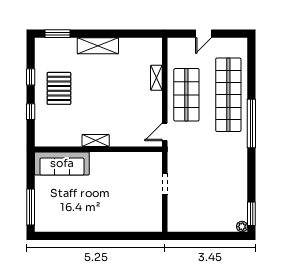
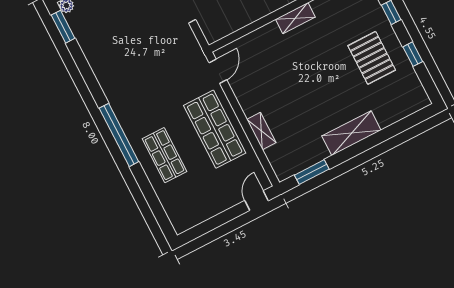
window: (58, 34) -> (312, 172), moved
door: (203, 34) -> (257, 201), moved
shop shelf: (228, 95) -> (164, 155), width x0.50, depth x0.74

